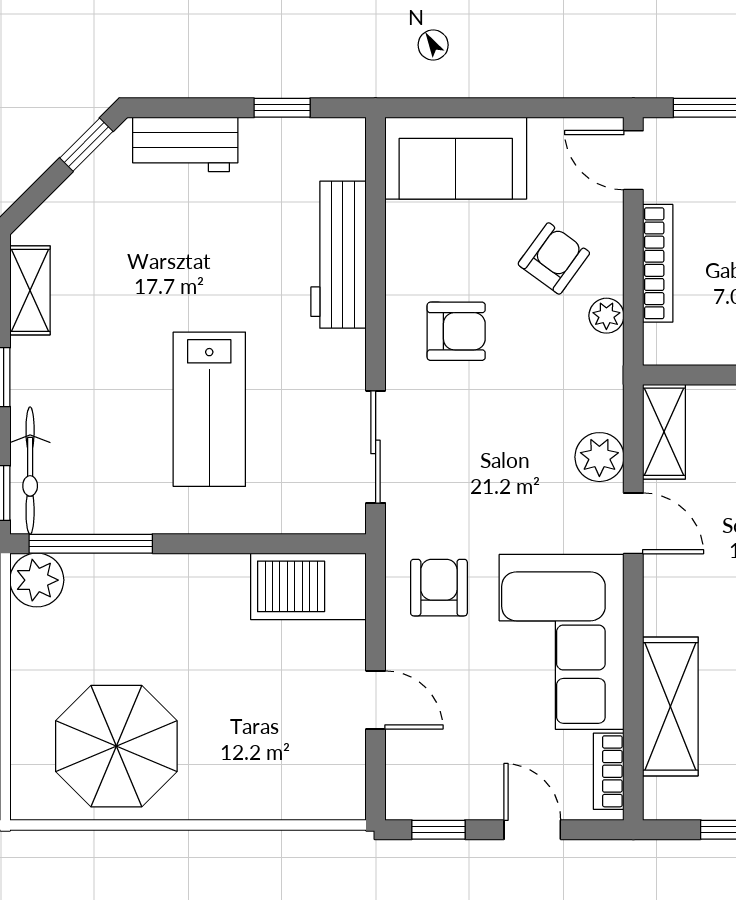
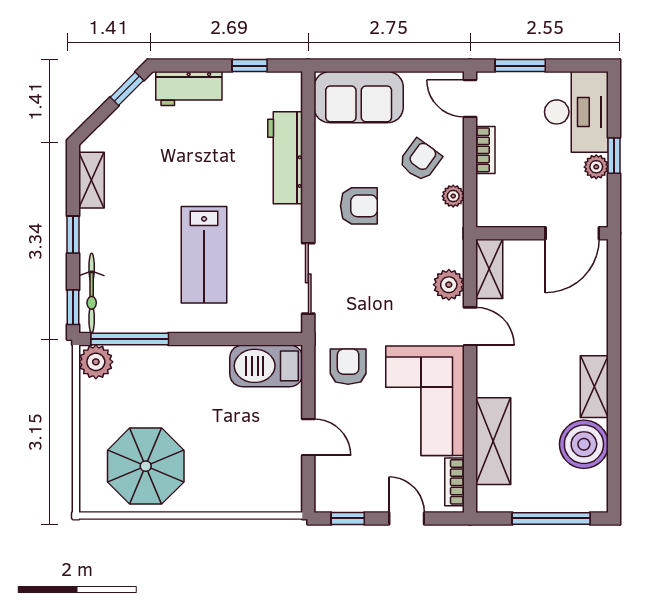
bookcase: (658, 263) -> (485, 150), width x0.64

